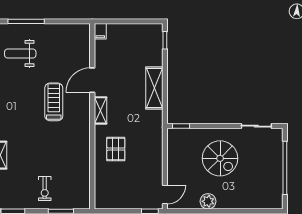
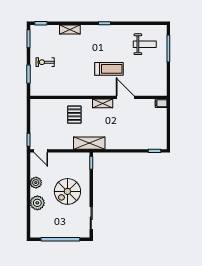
weight bench: (20, 53) -> (145, 44), turned 90
shelving: (154, 88) -> (89, 143), moved
pallet: (116, 149) -> (74, 115), turned 90
plant: (235, 199) -> (37, 203), added

